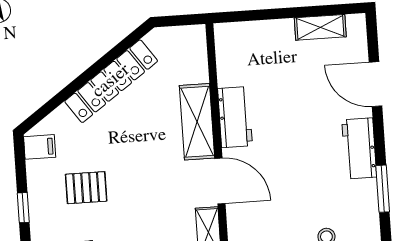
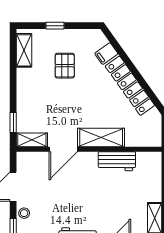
workbench: (235, 117) -> (117, 161), moved
filing cabinet: (40, 147) -> (106, 54), moved, turned 55

